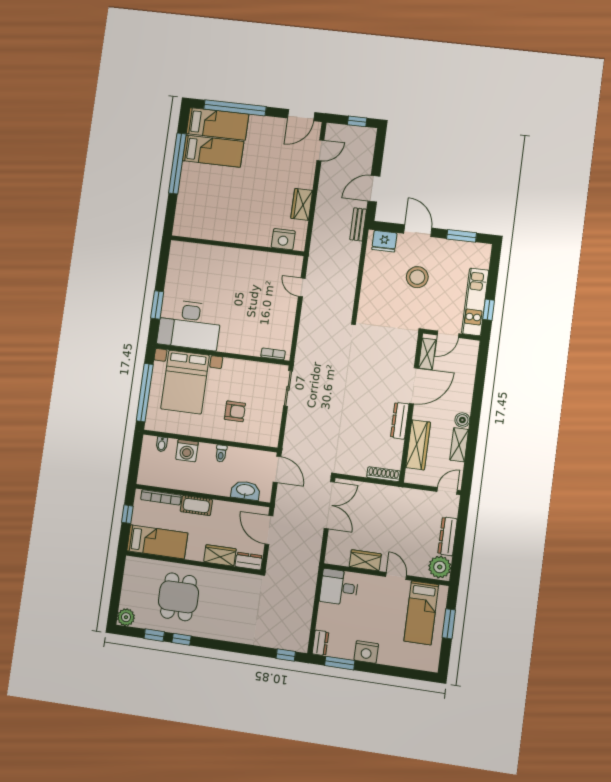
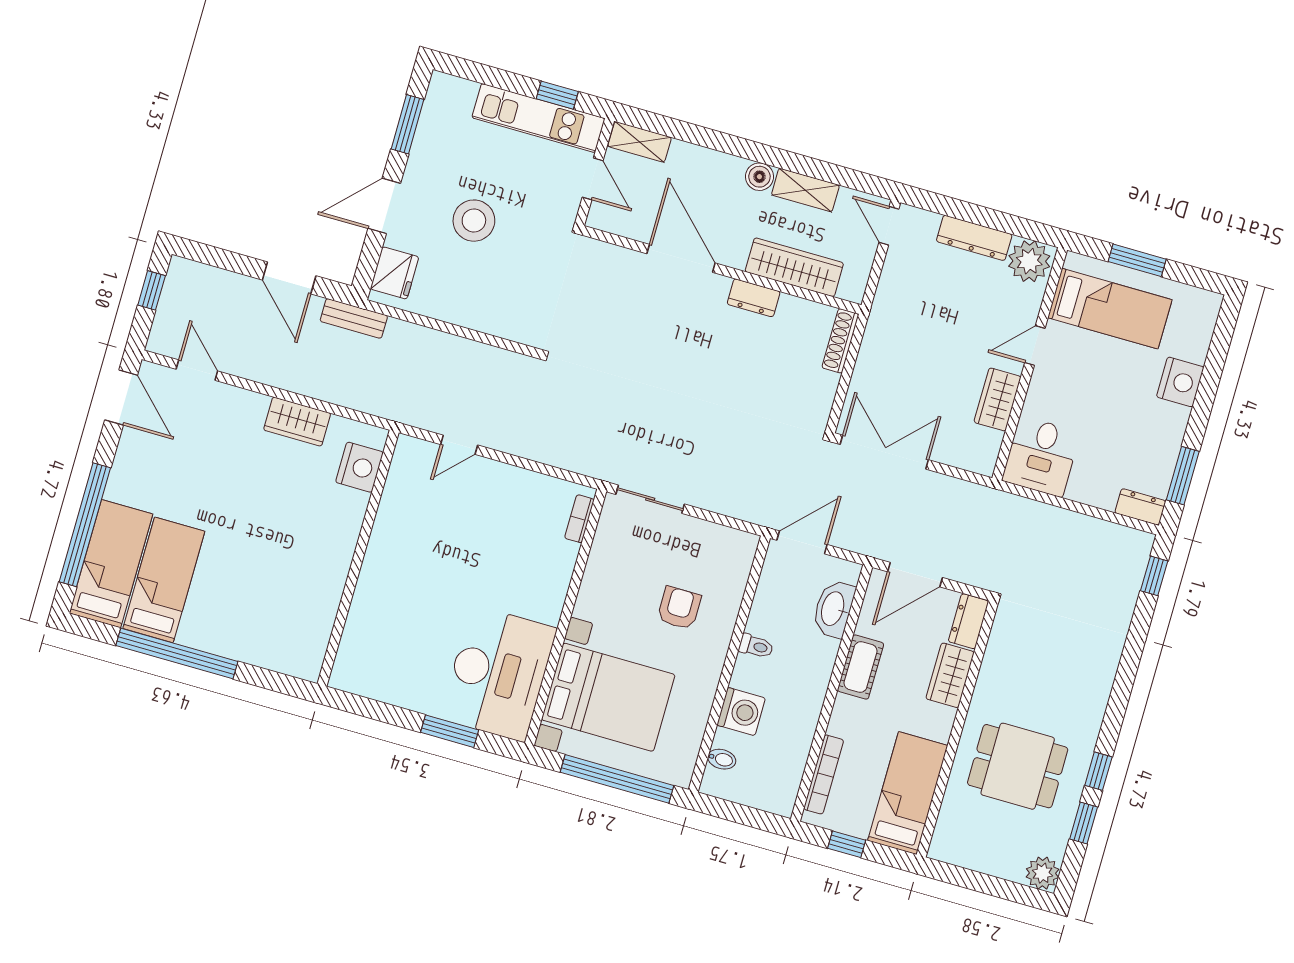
shelving: (427, 354) -> (640, 142), moved
dresser: (400, 421) -> (754, 298), width x0.70
cot: (196, 506) -> (861, 667), moved
nightstand: (366, 652) -> (1180, 382), moved

